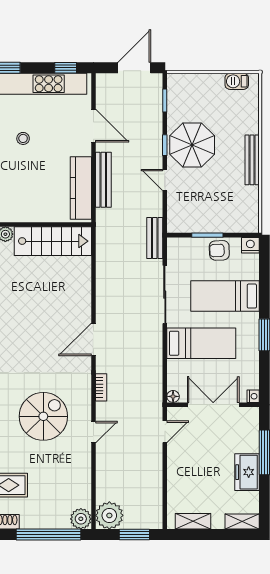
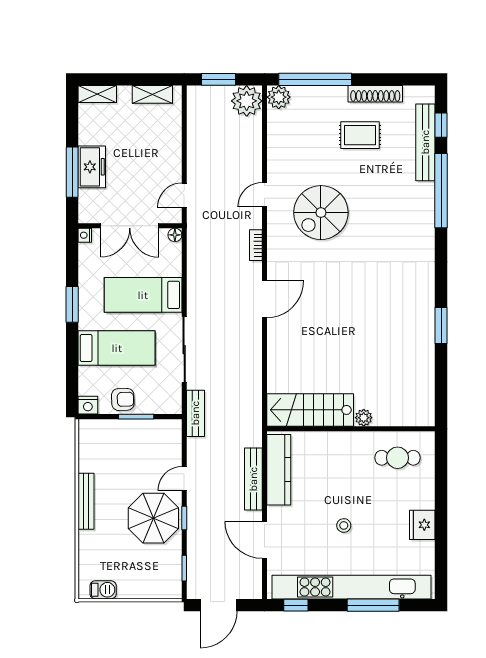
door: (165, 180) -> (184, 479), swing flipped
freezer: (247, 472) -> (92, 167), moved

